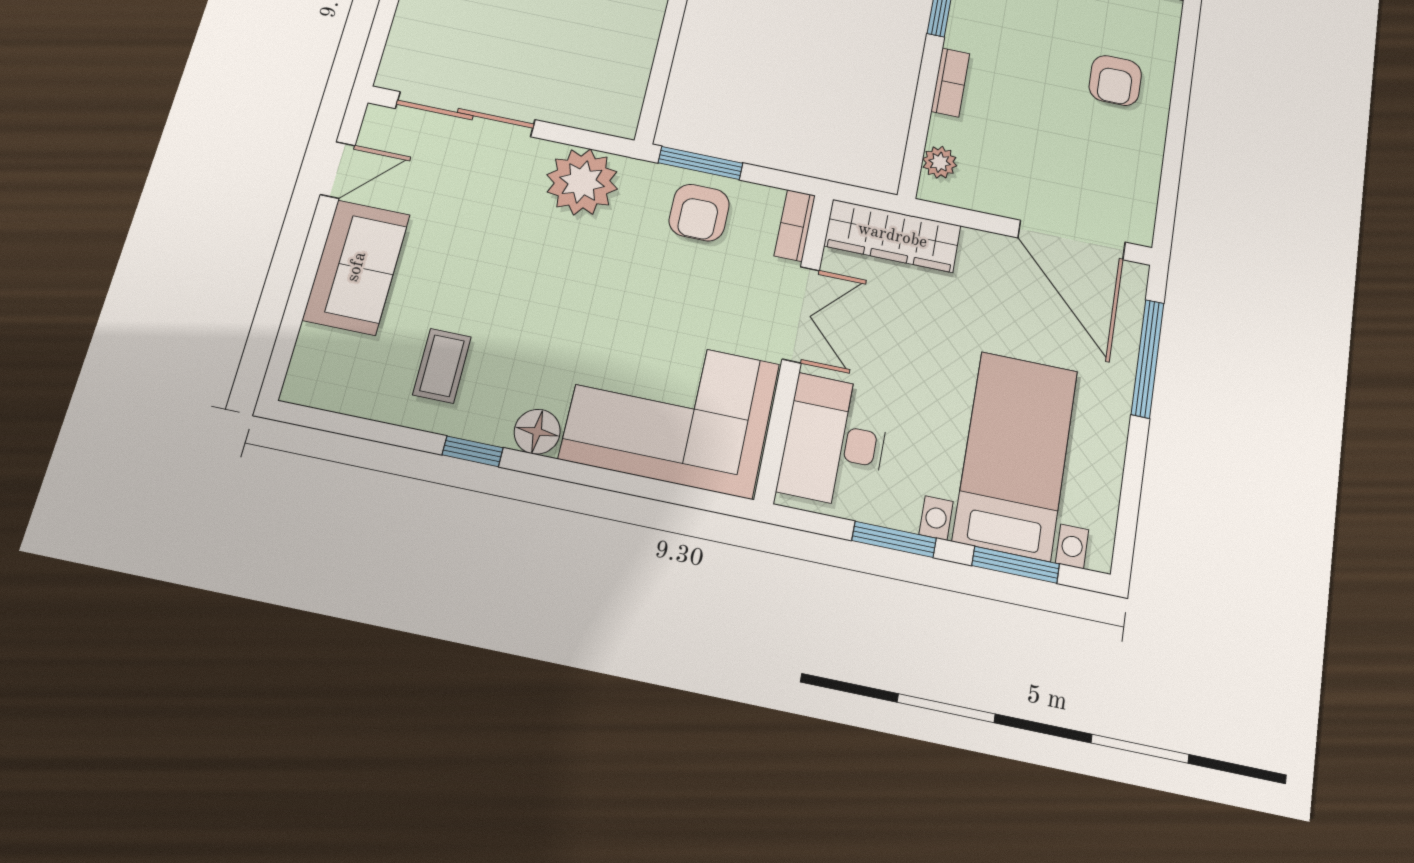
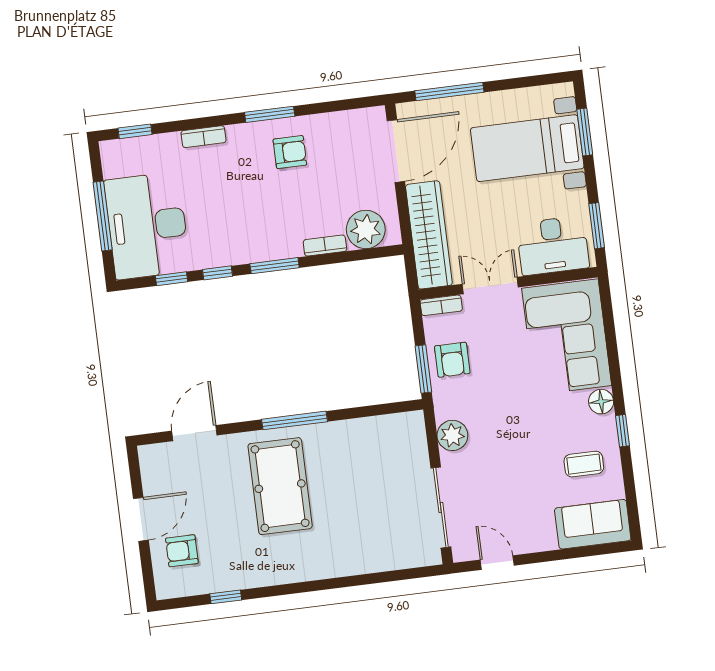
window: (1184, 71) -> (270, 114), added
plant: (940, 162) -> (366, 229), width x1.88, depth x1.88
plant: (582, 182) -> (452, 435), width x0.73, depth x0.73
armchair: (699, 213) -> (452, 360), turned 90
wardrobe: (892, 236) -> (429, 235), width x1.40, depth x1.17
sofa: (357, 267) -> (593, 524), moved
window: (894, 539) -> (597, 226), moved

